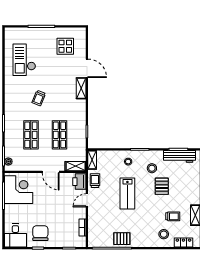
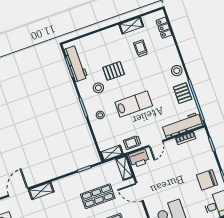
door: (51, 172) -> (139, 192), swing flipped
door: (87, 200) -> (156, 144), hinge flipped
workbench: (95, 229) -> (182, 125), added
stool: (164, 234) -> (177, 71), moved

